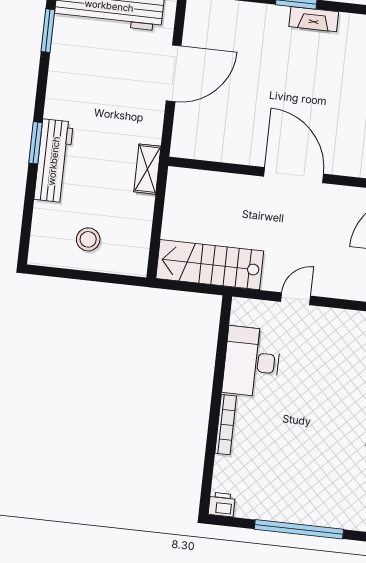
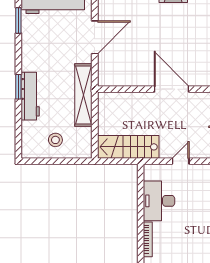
shelving: (147, 169) -> (83, 95), width x2.20, depth x1.33

